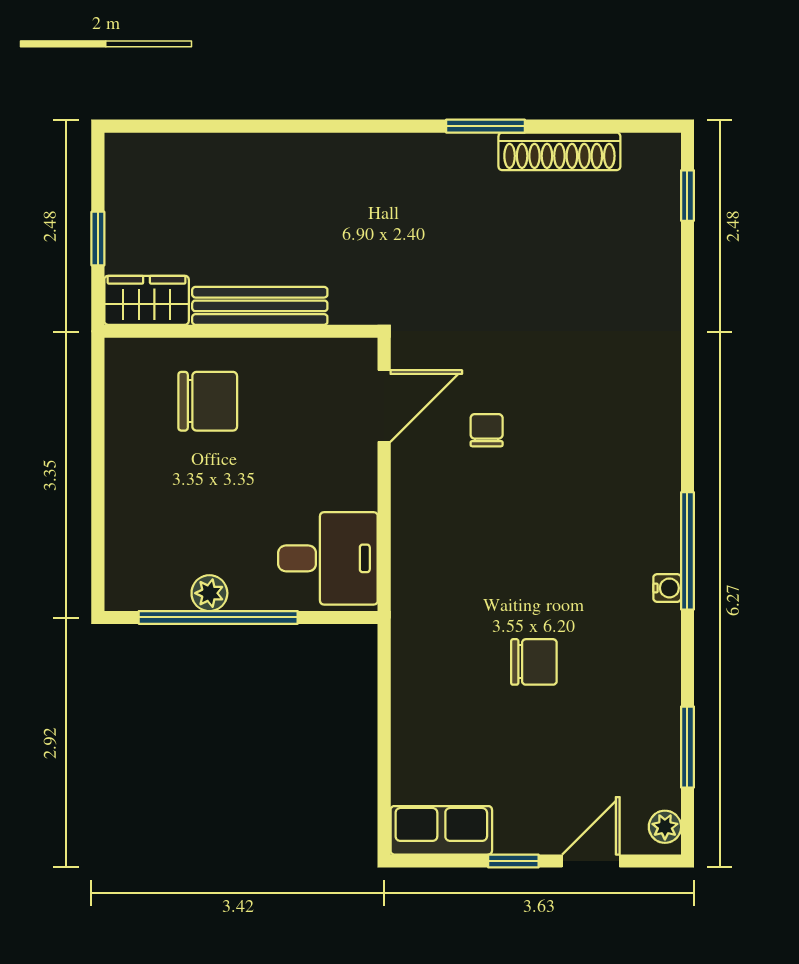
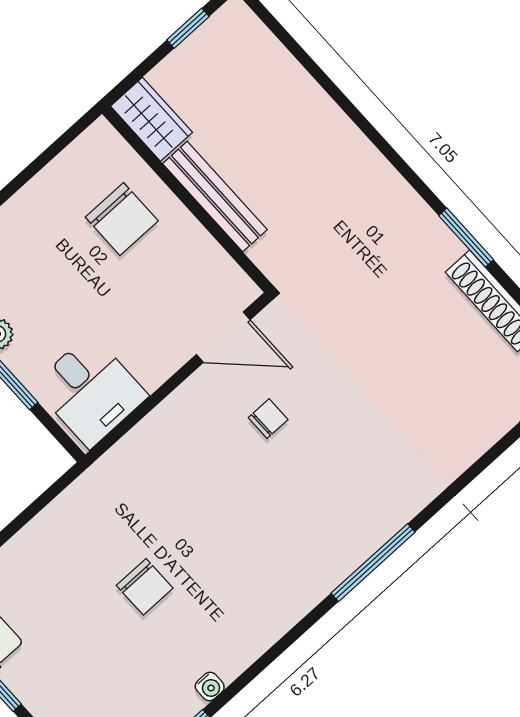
window: (98, 239) -> (188, 28), moved
window: (687, 551) -> (373, 563), moved
water cooler: (667, 588) -> (210, 687), moved

